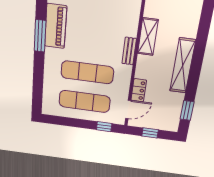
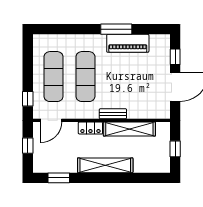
shelving: (148, 37) -> (129, 129), width x1.47
locker: (139, 90) -> (90, 128), moved
door: (128, 109) -> (51, 120), hinge flipped

